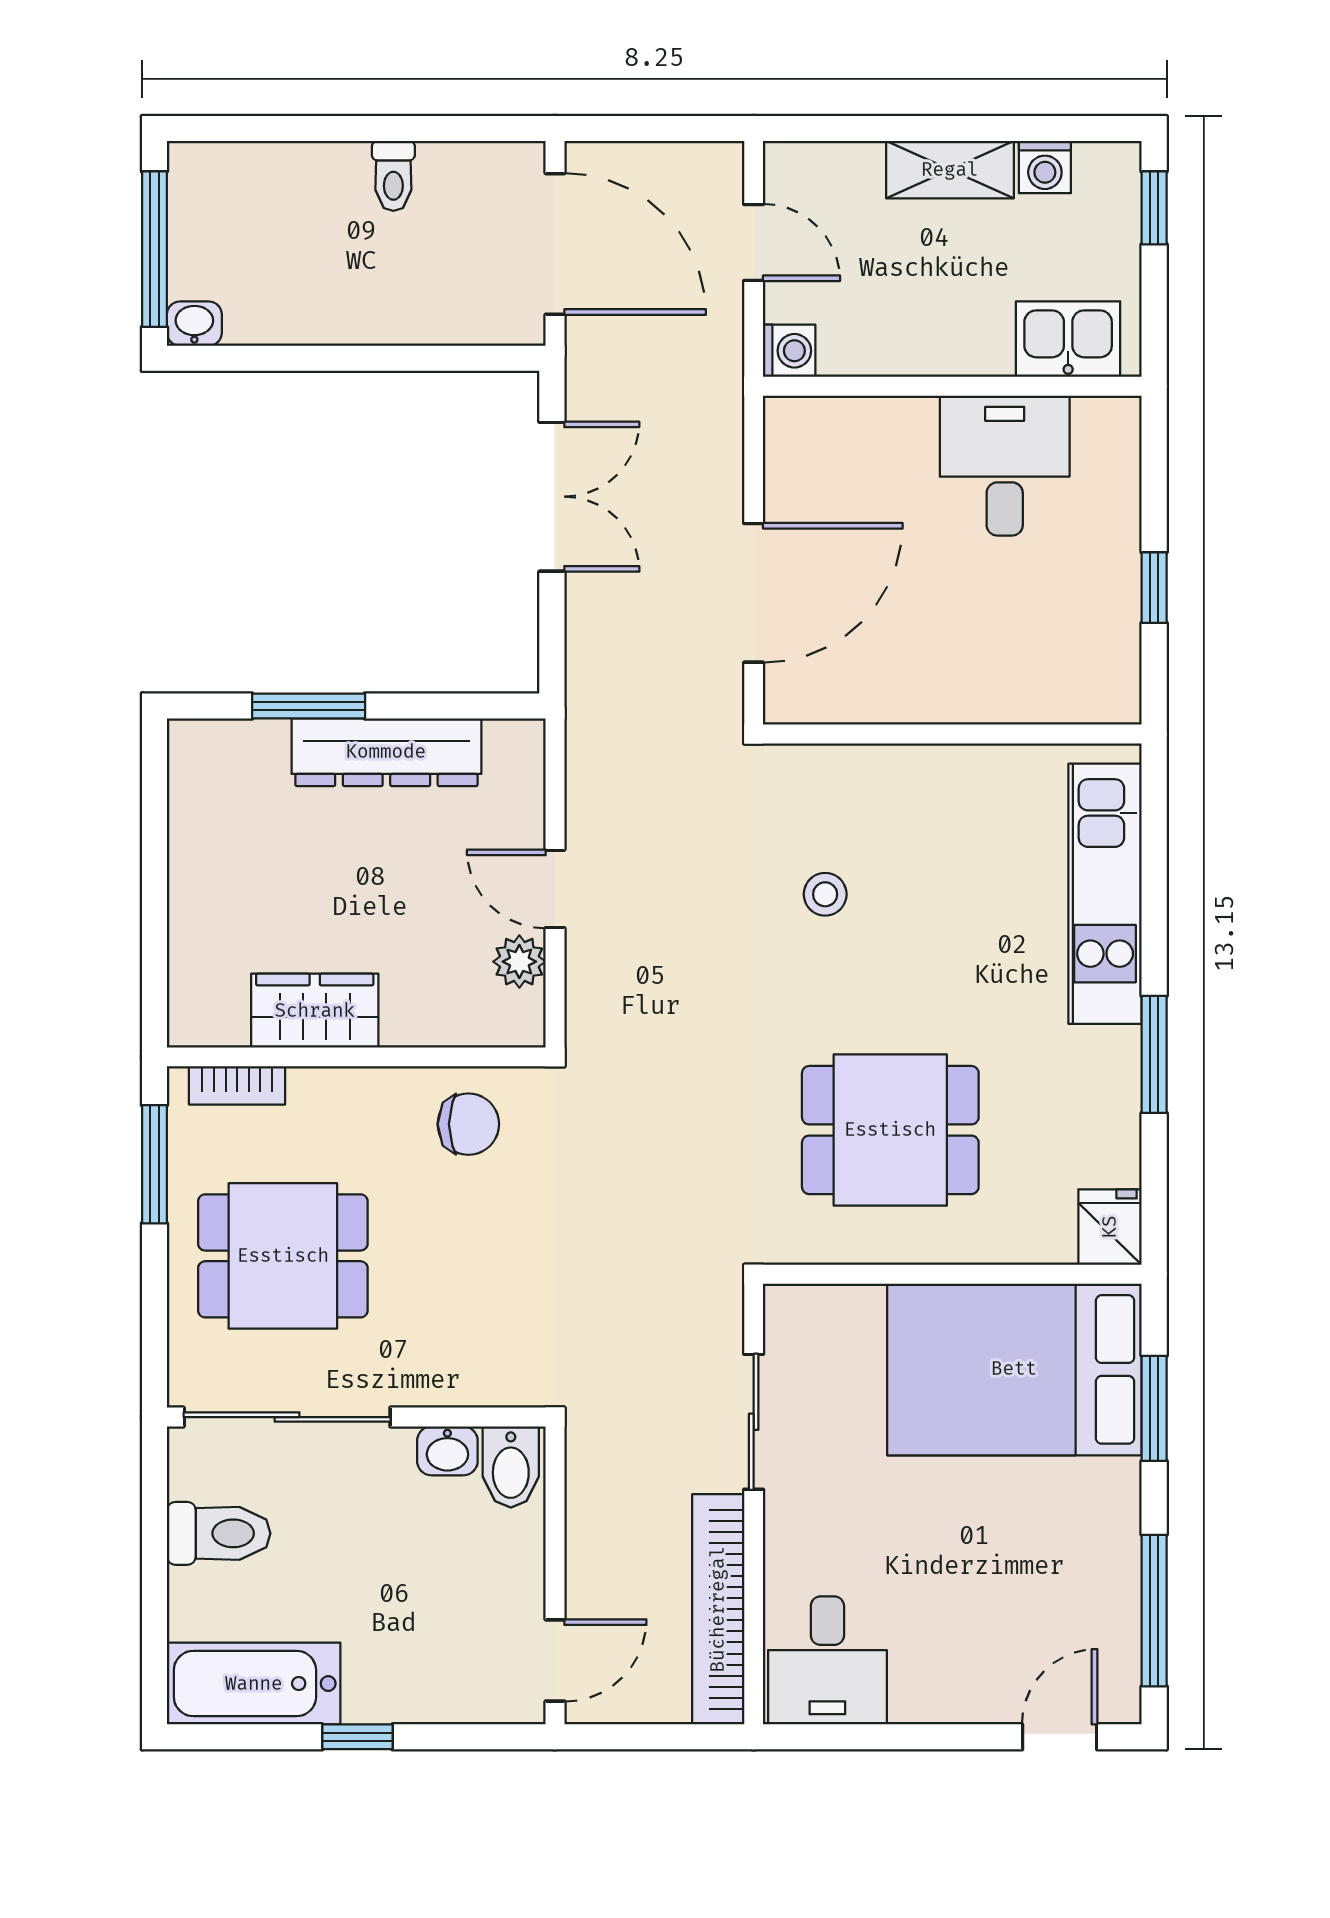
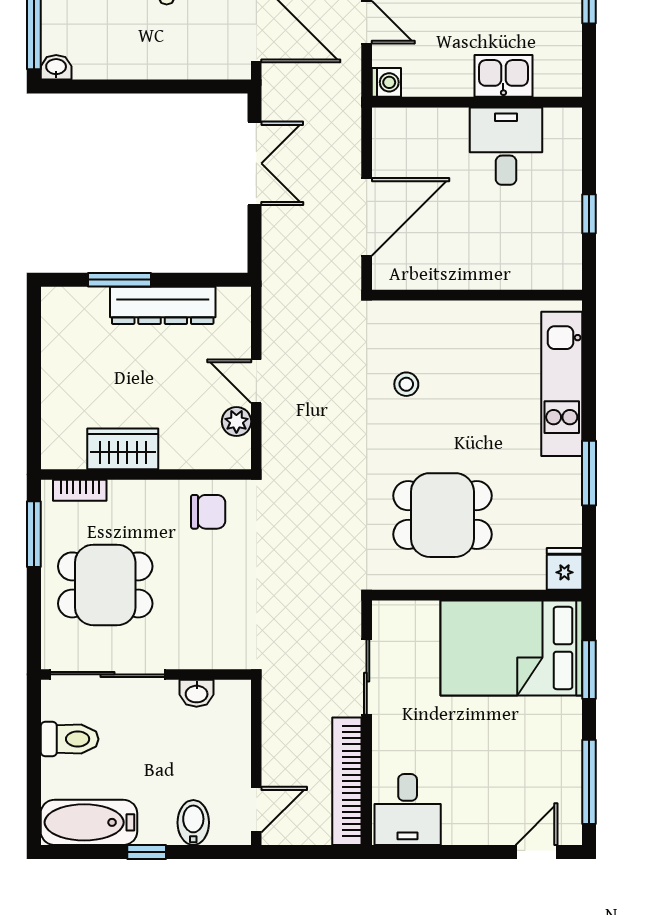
kitchen sink: (1068, 339) -> (503, 76), moved
bidet: (511, 1467) -> (193, 823), moved, turned 180

